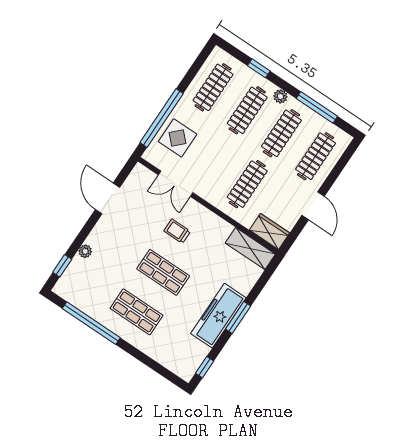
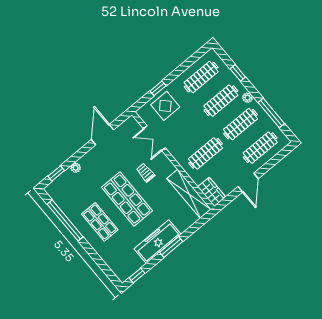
window: (162, 118) -> (158, 88), width x0.32
shelving: (250, 249) -> (189, 194), width x1.47
shop shelf: (163, 272) -> (127, 199), width x1.43, depth x1.36

